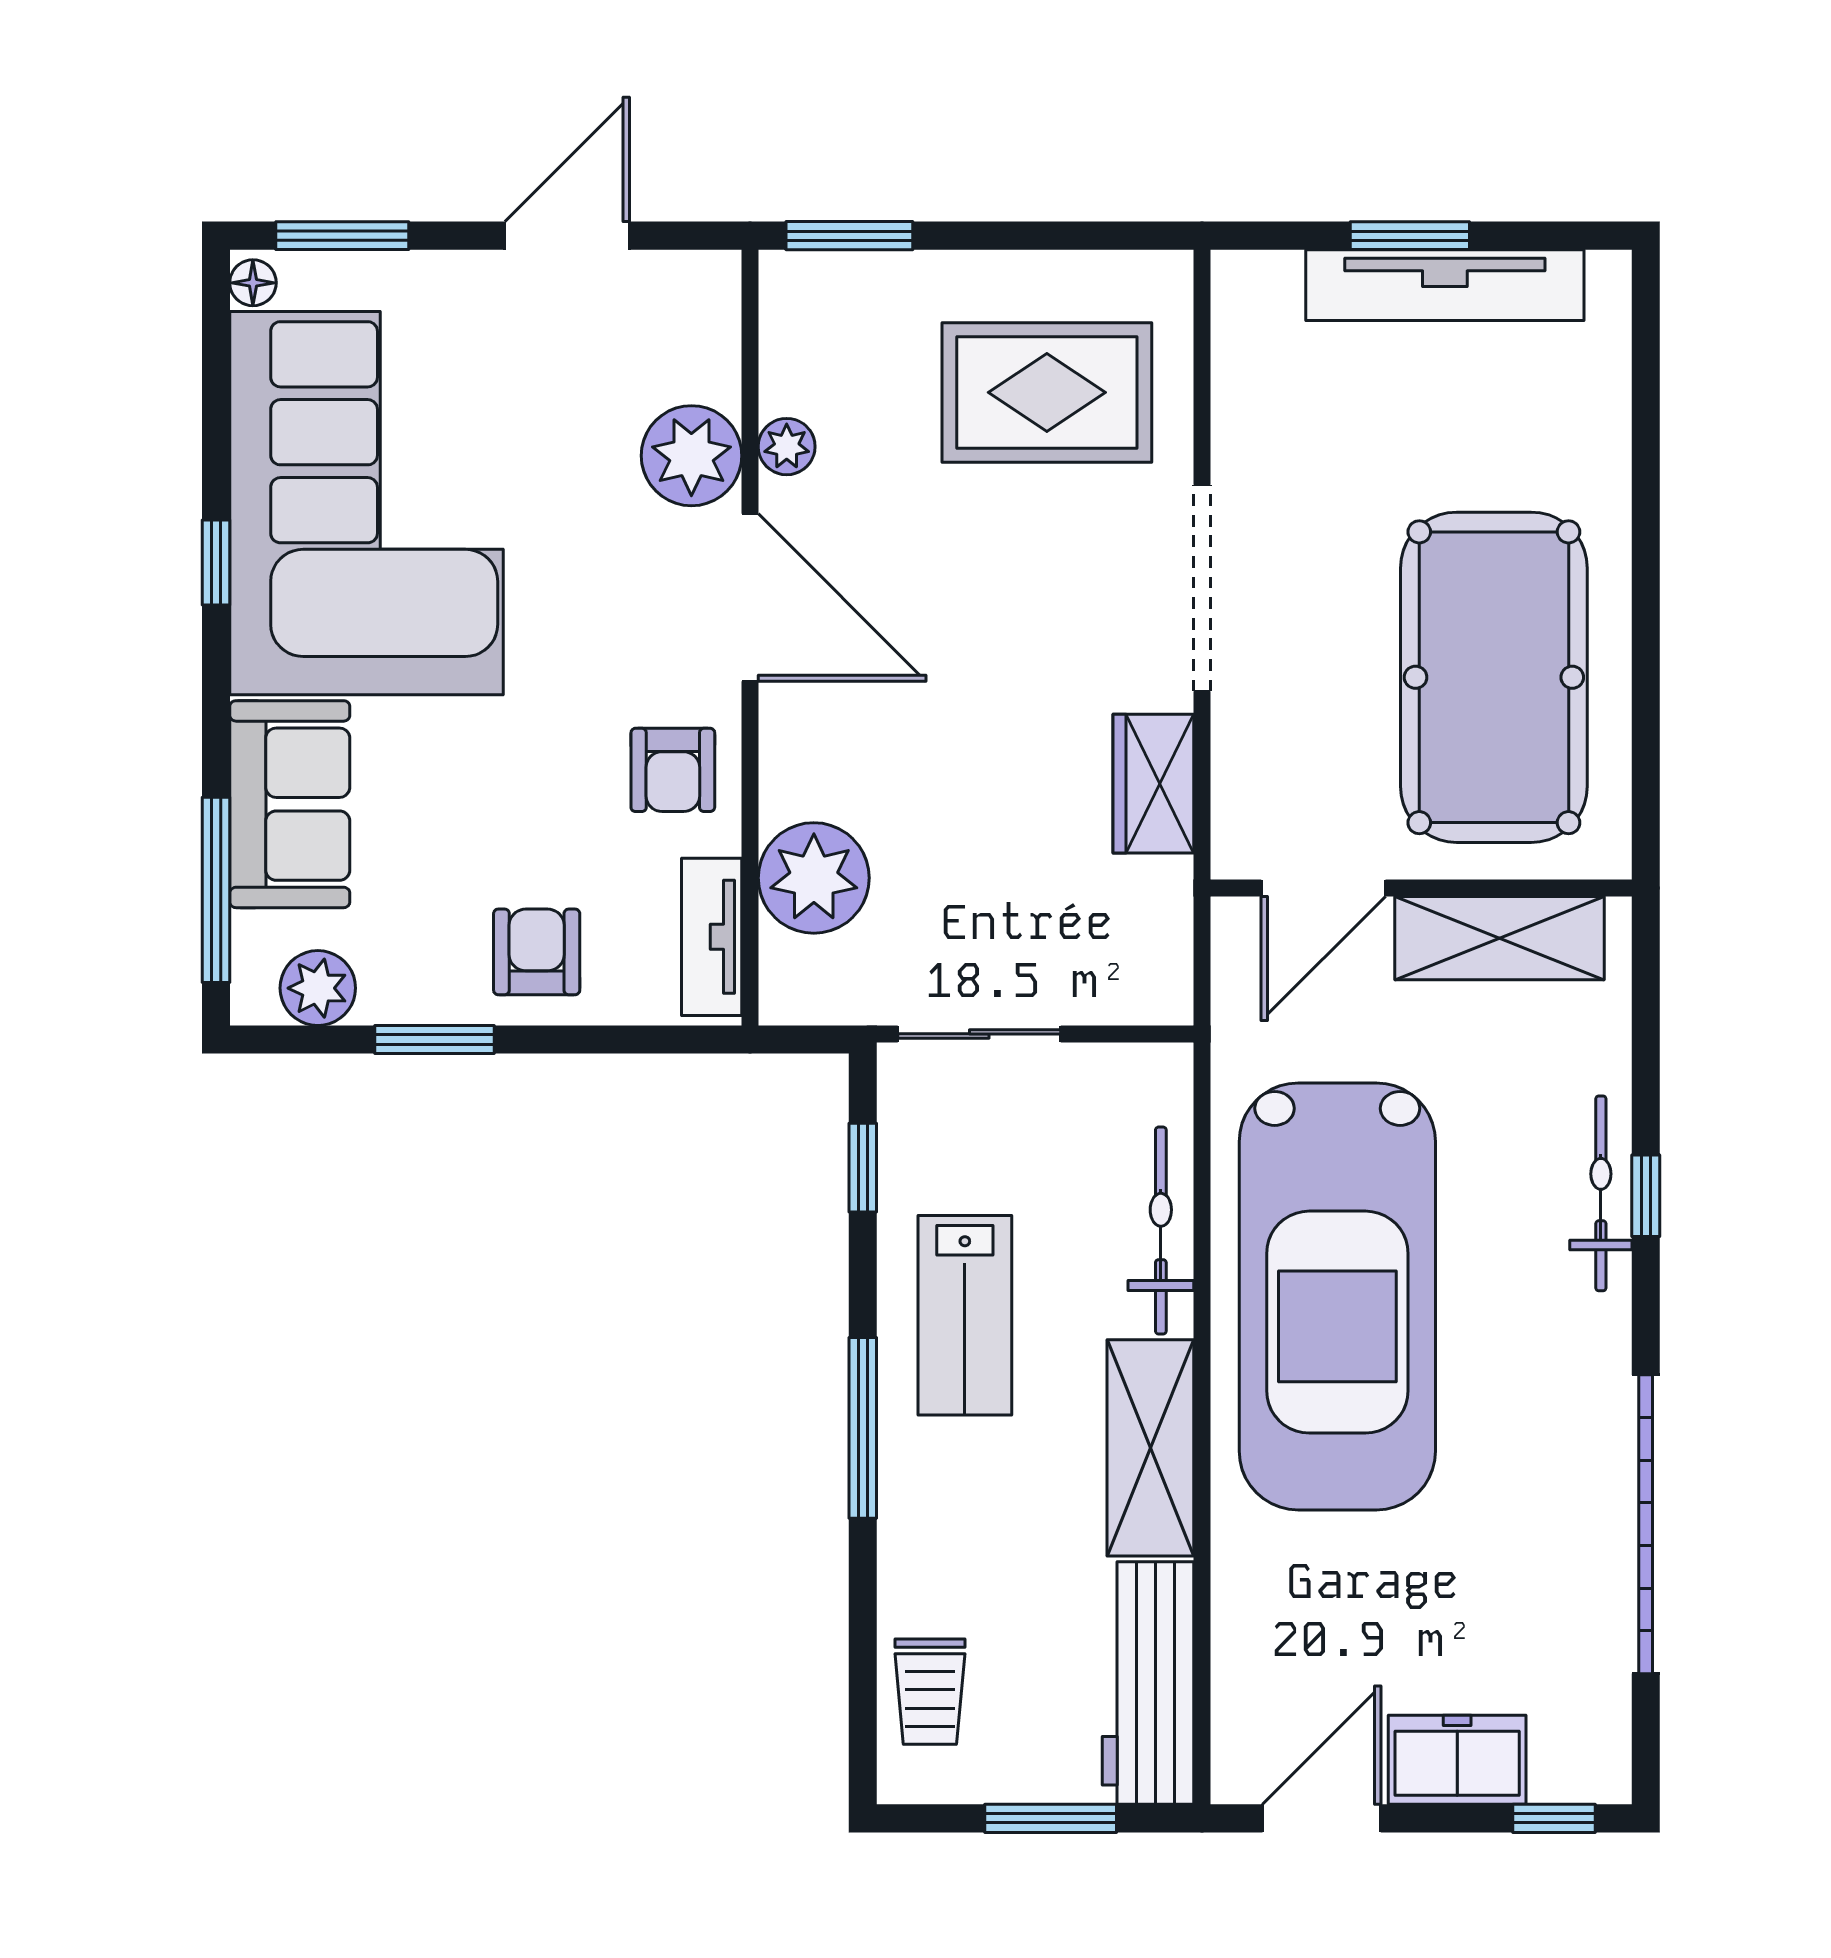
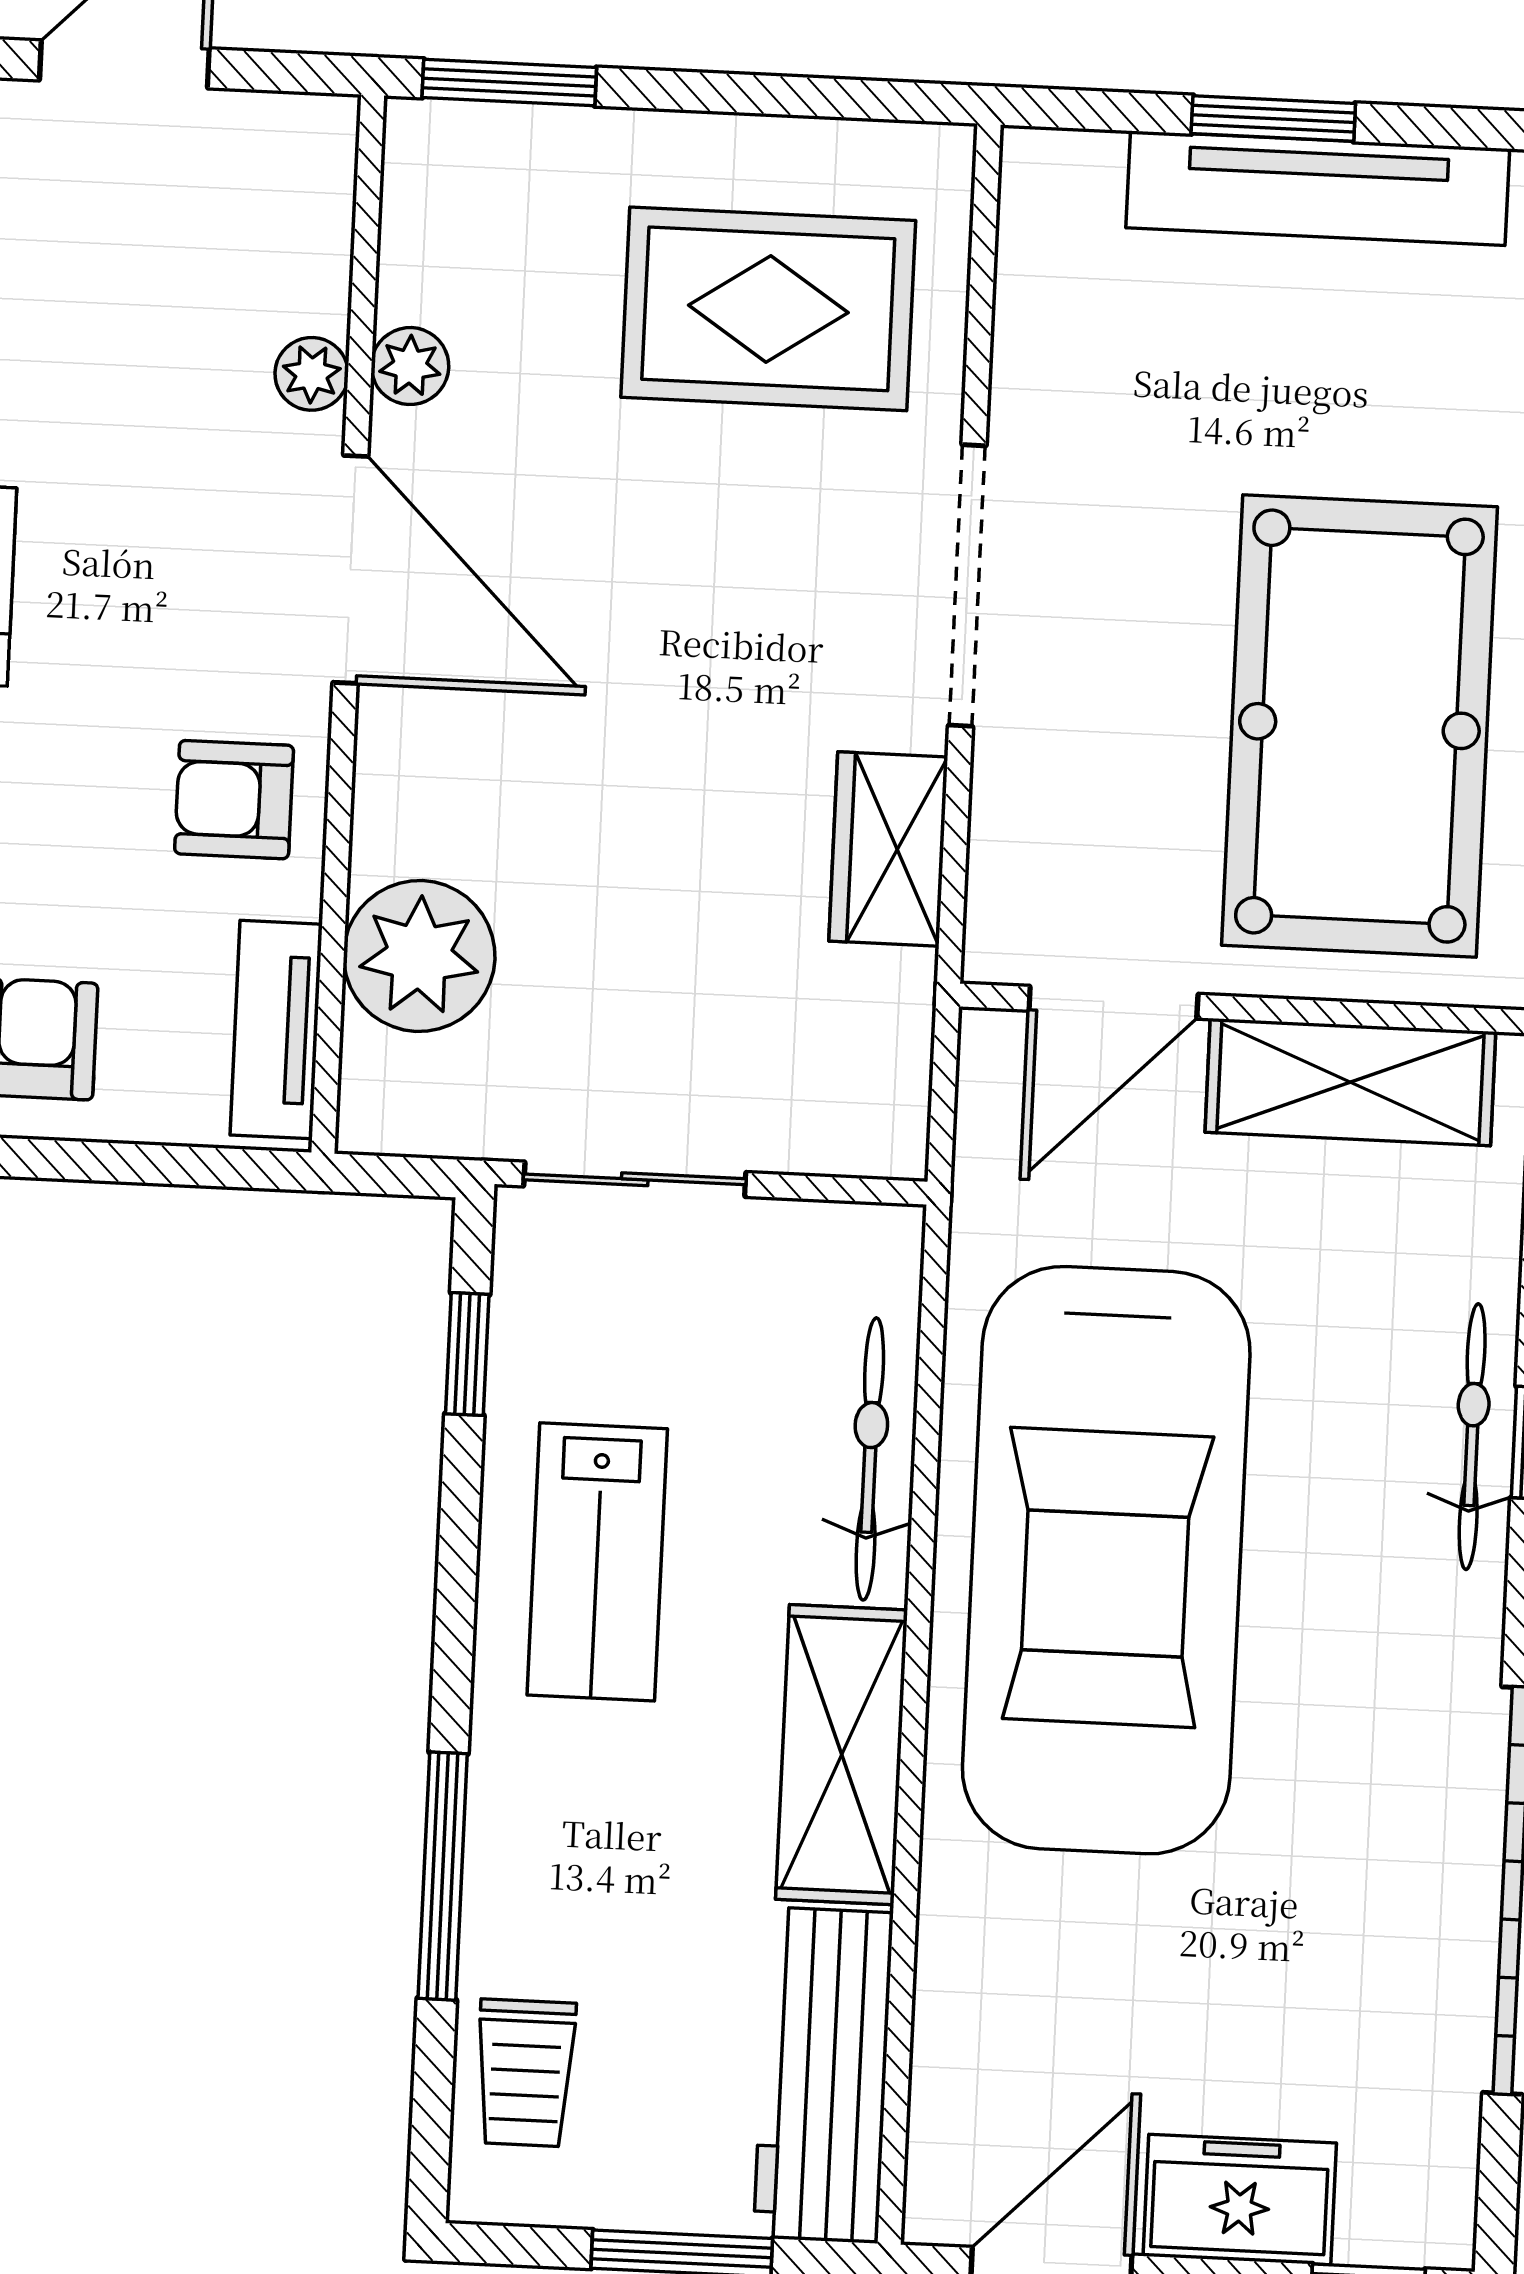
plant: (691, 456) -> (312, 374), width x0.53, depth x0.53
armchair: (673, 770) -> (234, 800), turned 90
window: (863, 1428) -> (443, 1876), moved

